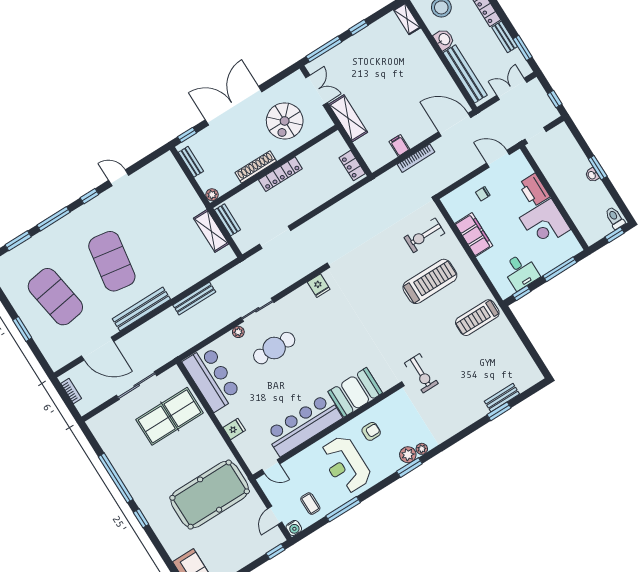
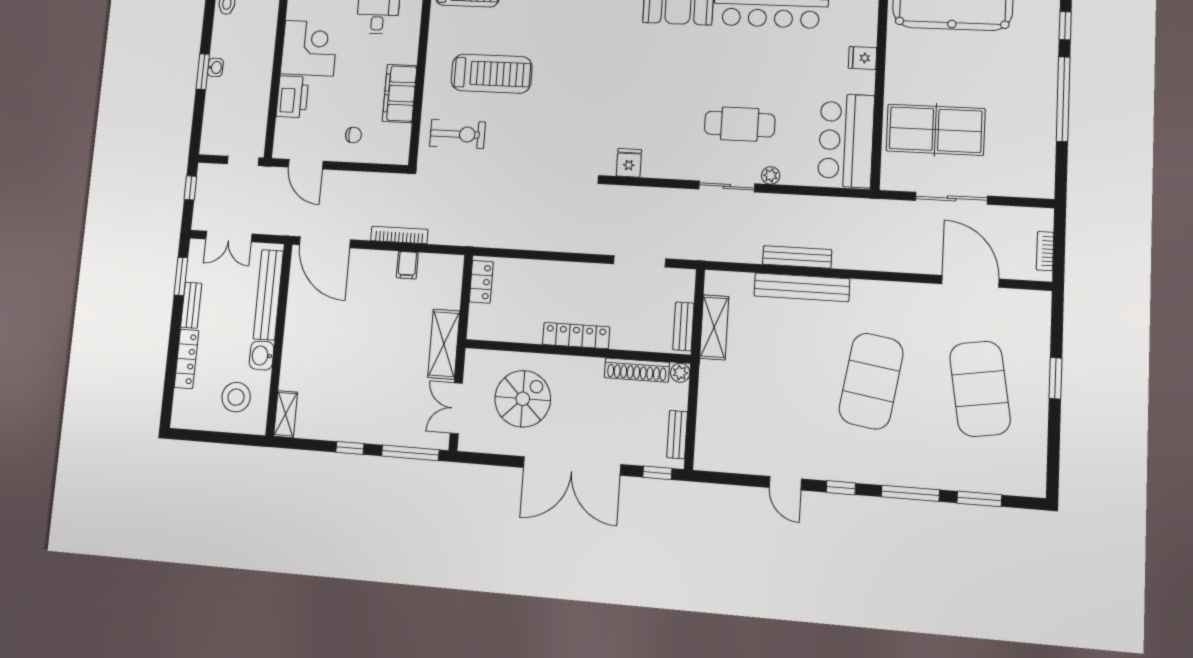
shoe rack: (256, 167) -> (637, 370), moved
treadmill: (430, 281) -> (492, 74), turned 180
bench: (141, 309) -> (802, 287), moved

